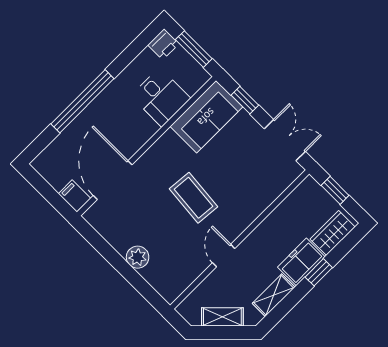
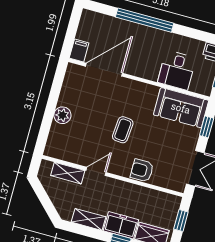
coffee table: (194, 198) -> (123, 130), width x0.73, depth x0.77
armchair: (252, 202) -> (142, 170), added
shelving: (222, 317) -> (68, 173), moved, turned -45

